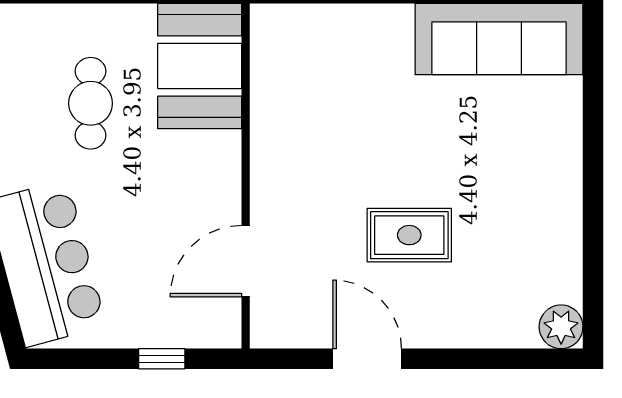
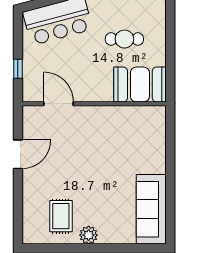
rug: (409, 235) -> (61, 216), moved
plant: (561, 327) -> (89, 235), moved

